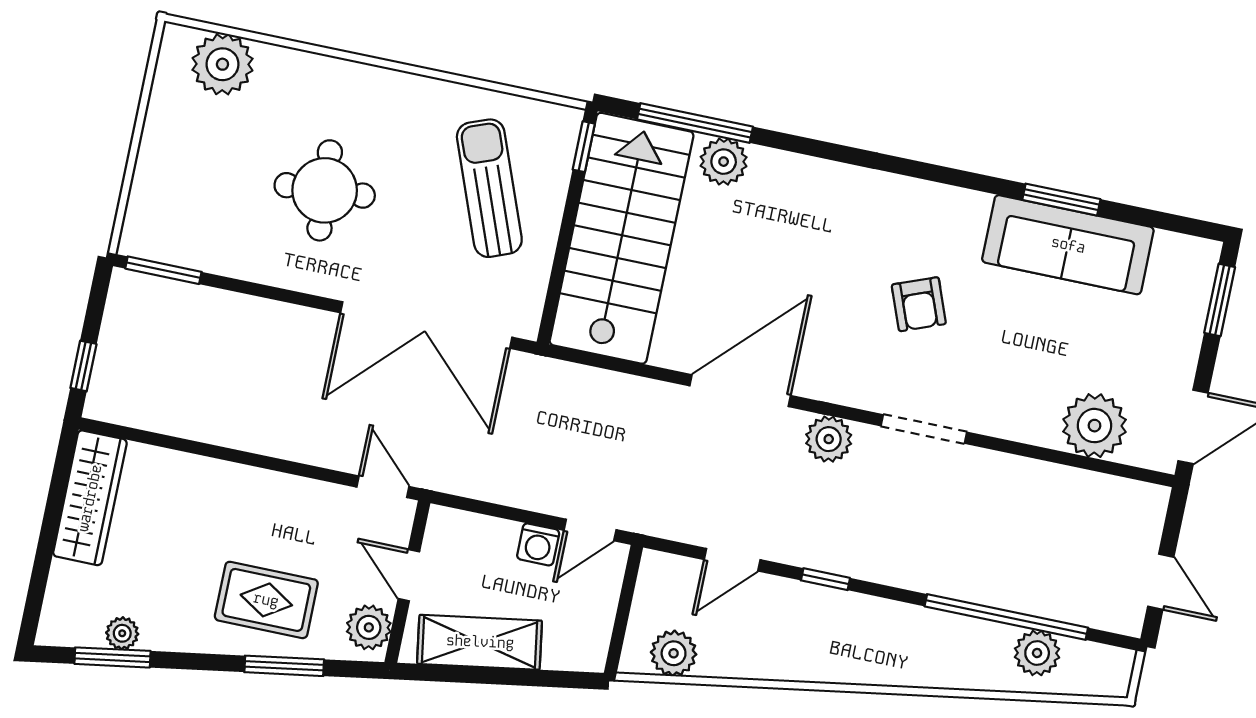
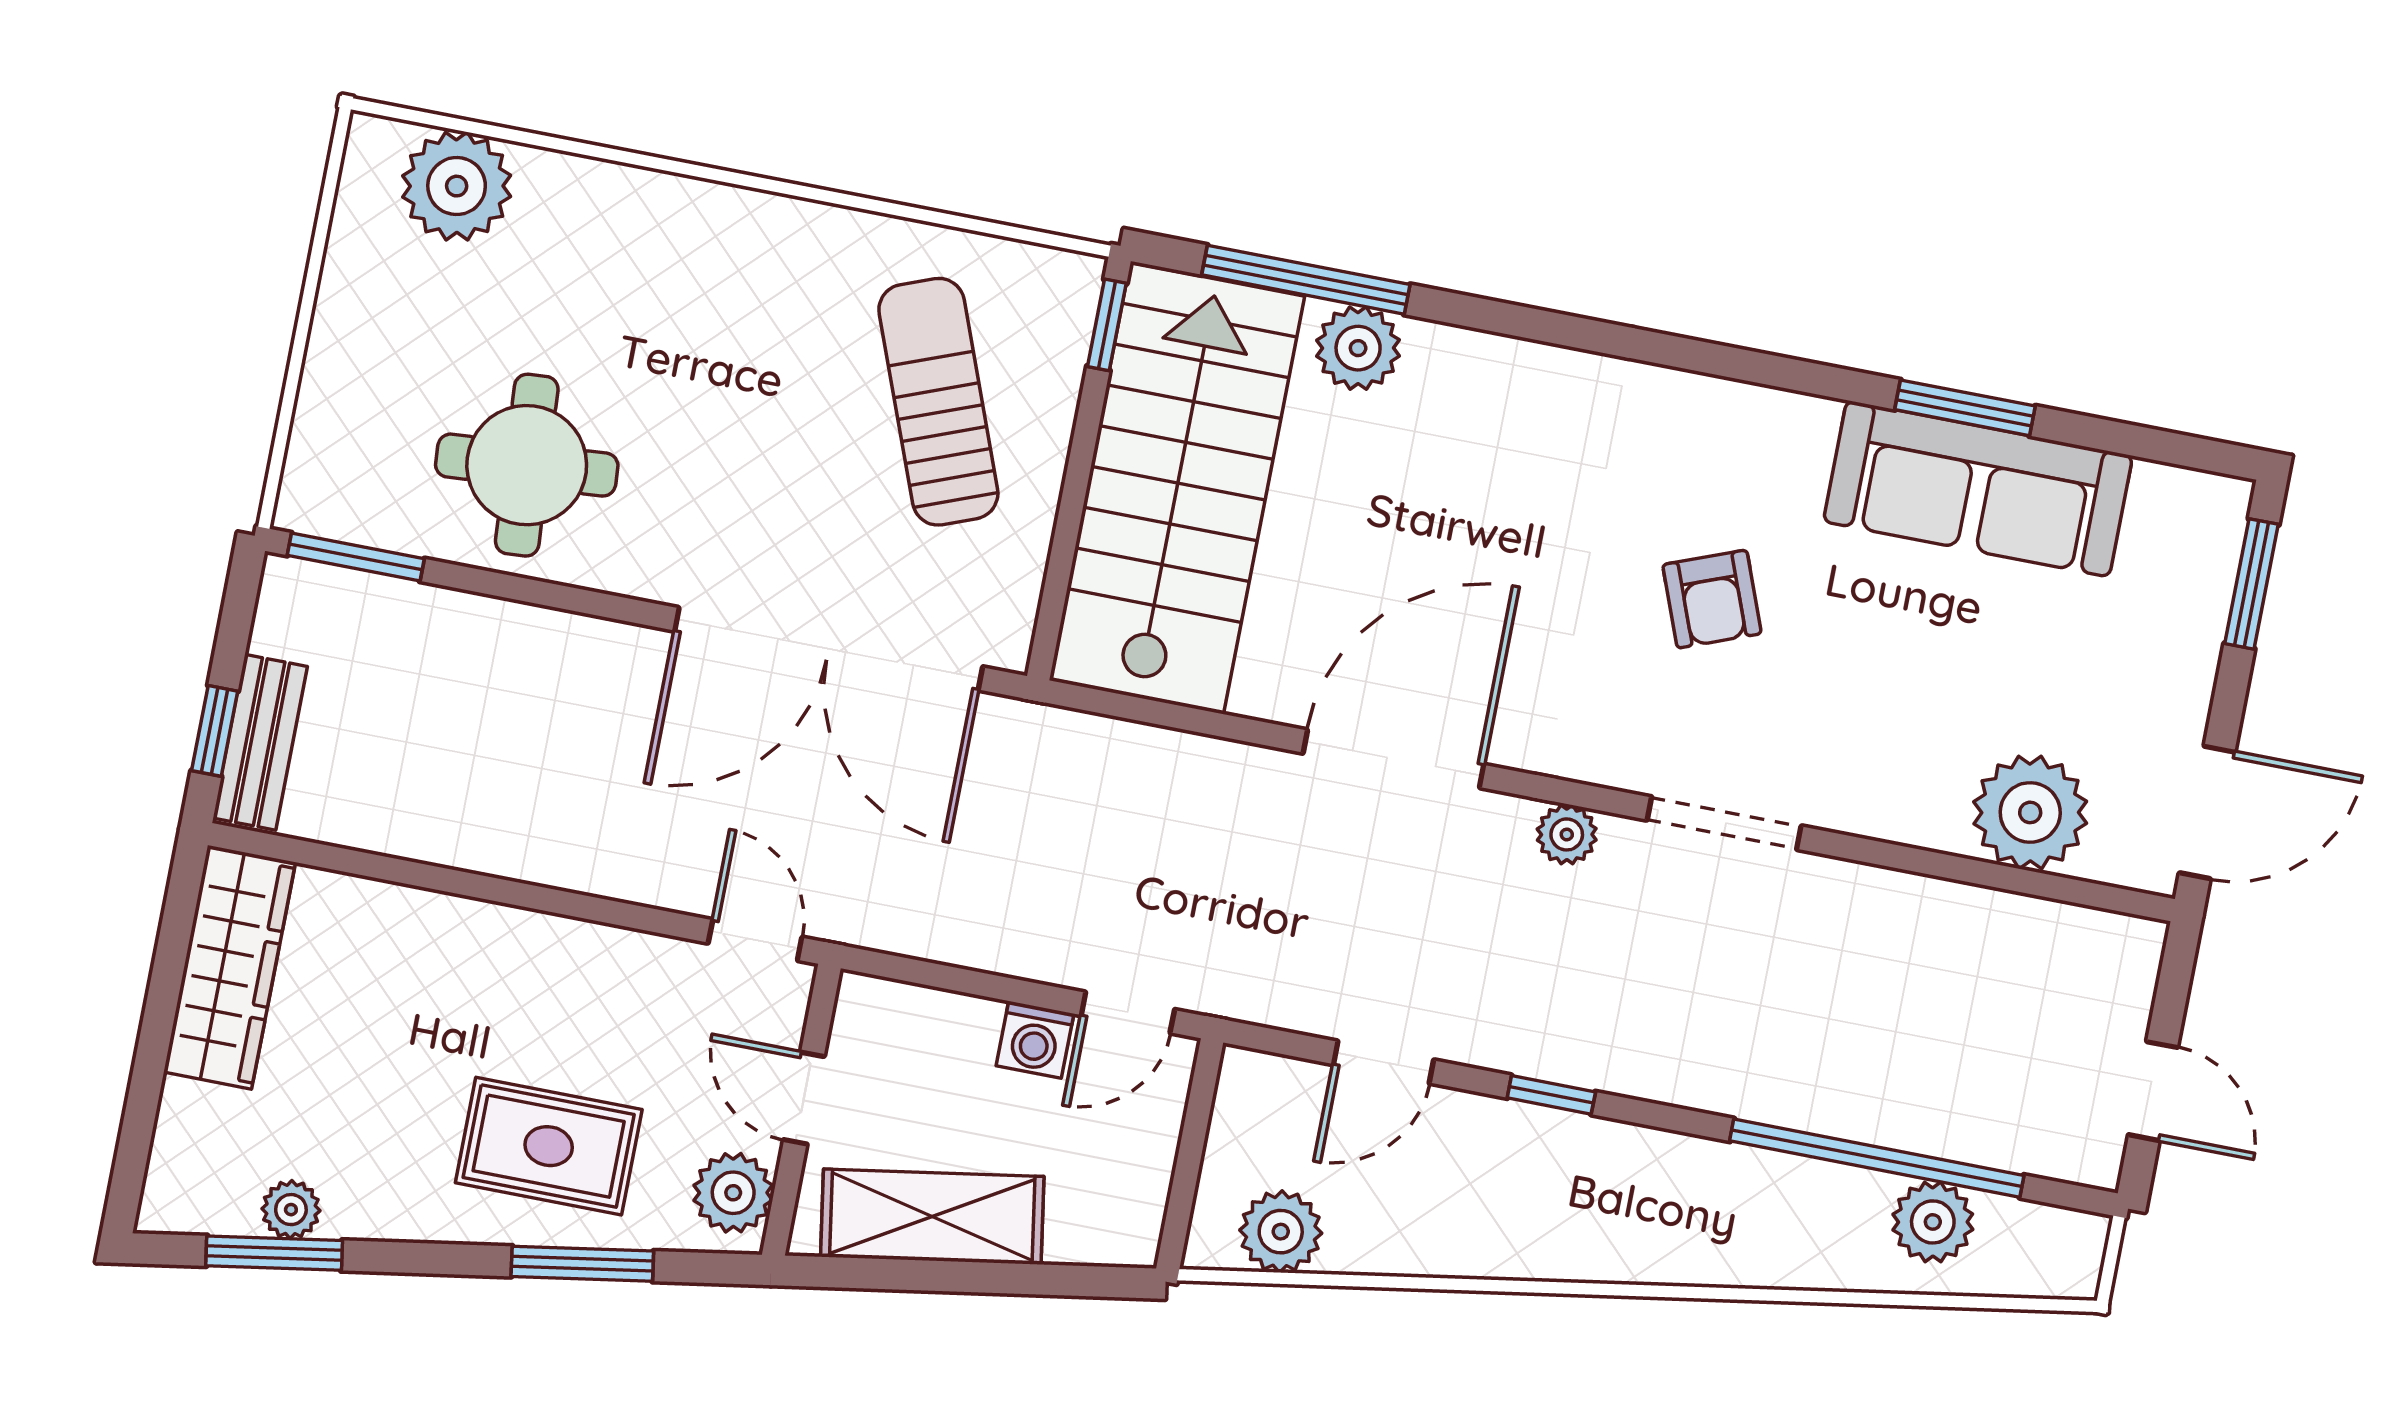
round table: (325, 190) -> (527, 465), moved
bench: (109, 373) -> (260, 742), added
plant: (829, 439) -> (1567, 834), width x0.73, depth x0.73

